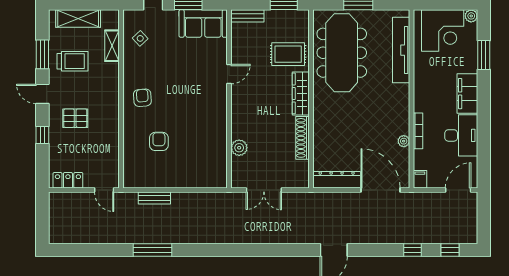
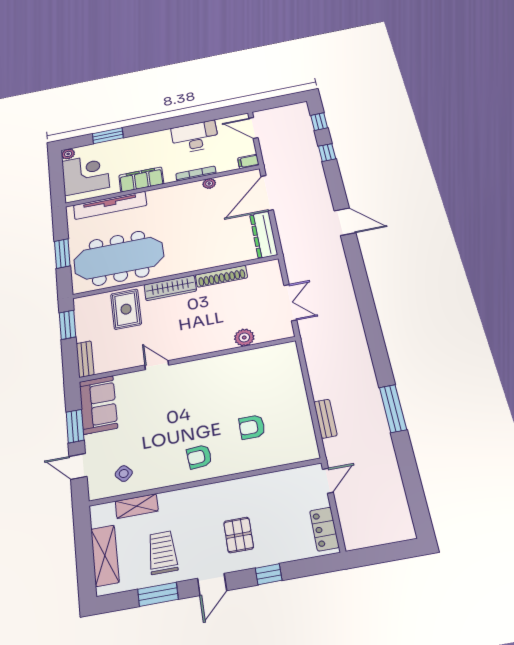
filing cabinet: (467, 94) -> (141, 180), moved, turned 180

